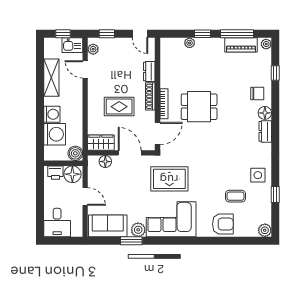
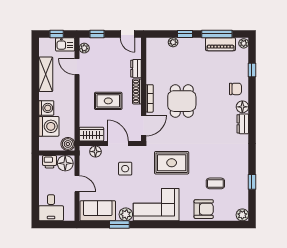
dining table: (199, 107) -> (182, 101), turned 90
side table: (258, 175) -> (125, 169), moved
rug: (169, 179) -> (172, 163), moved

